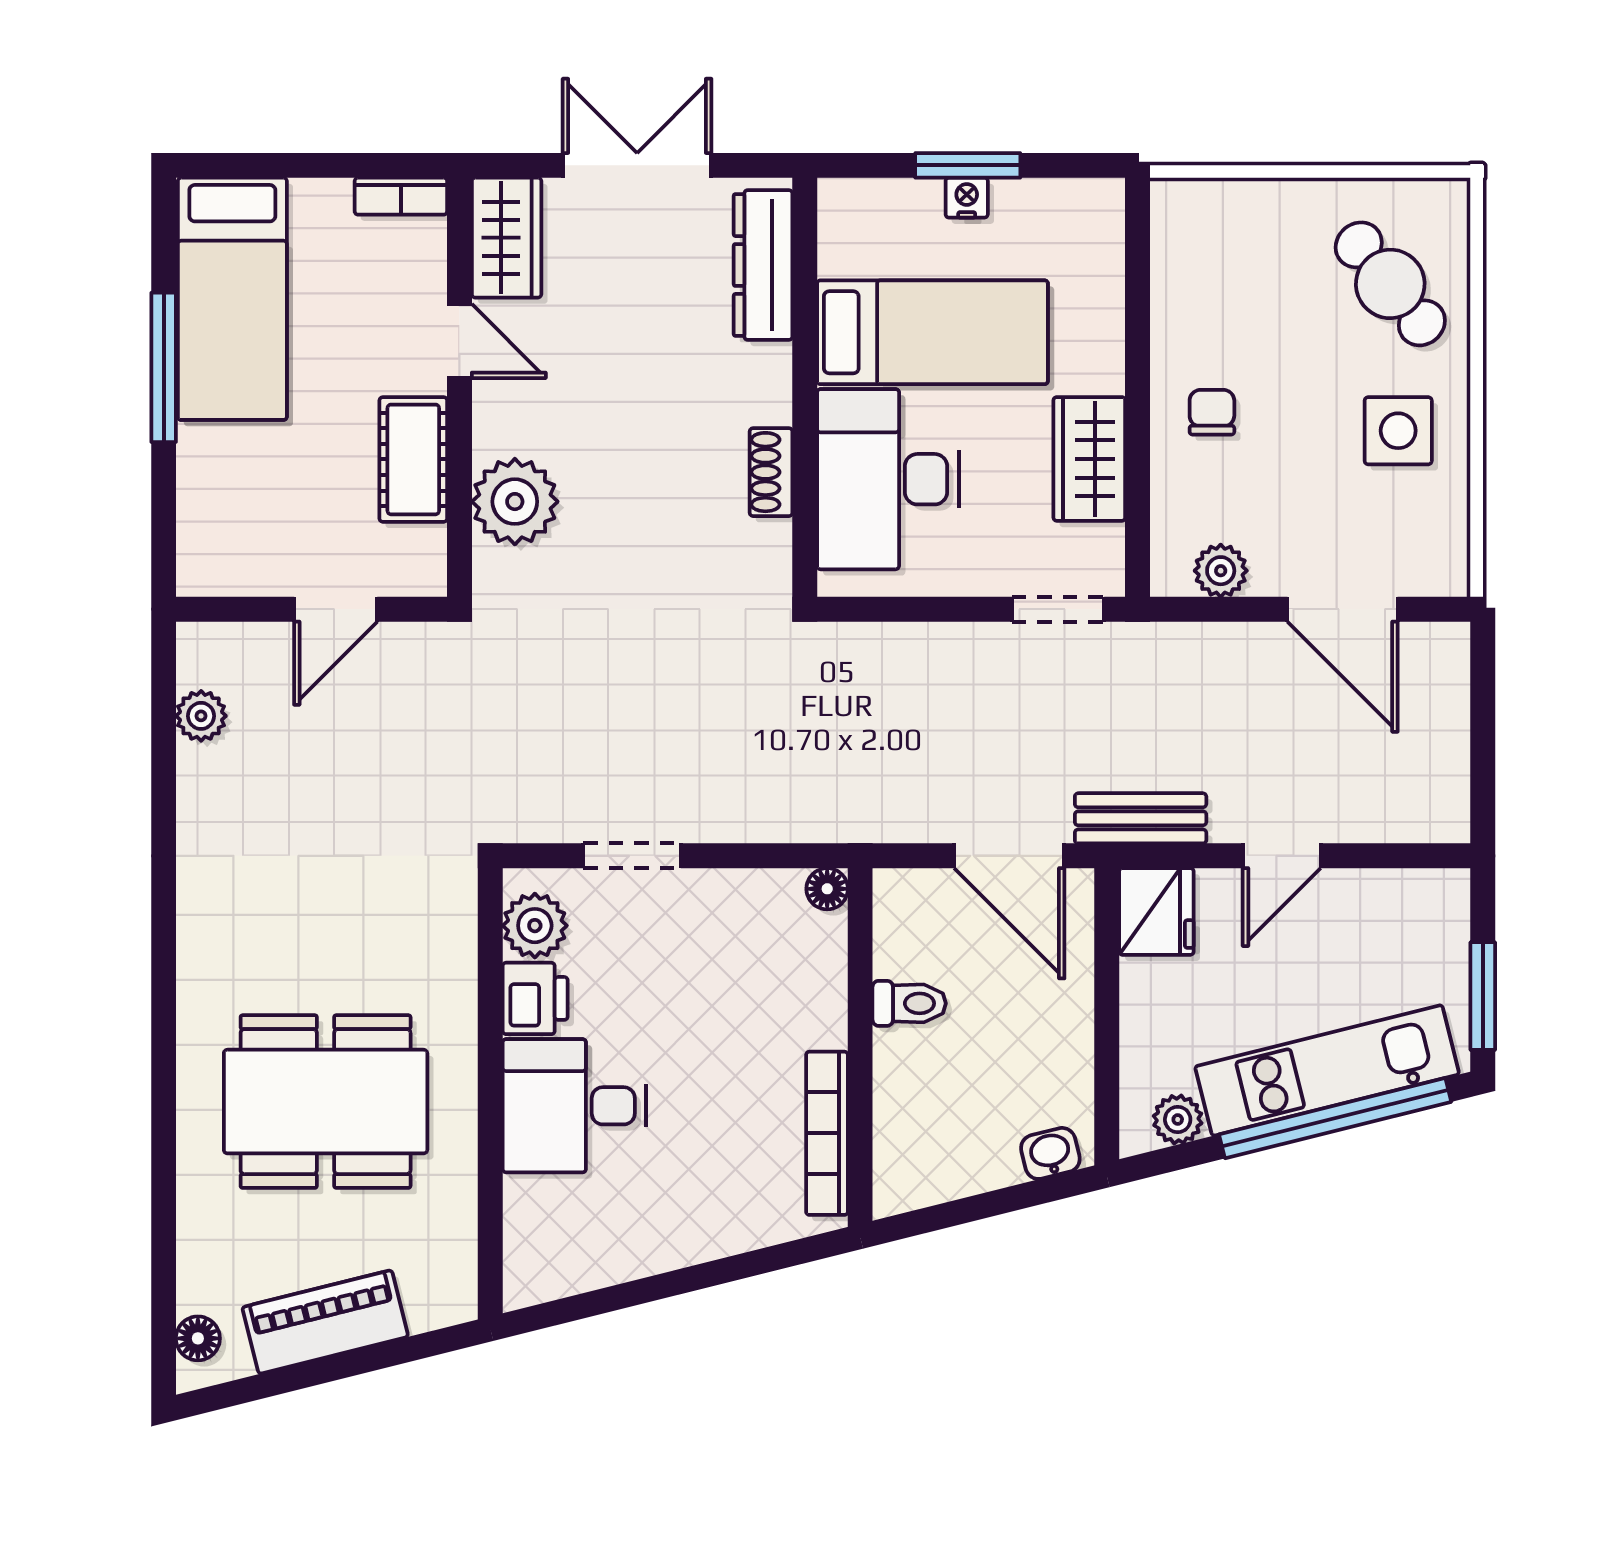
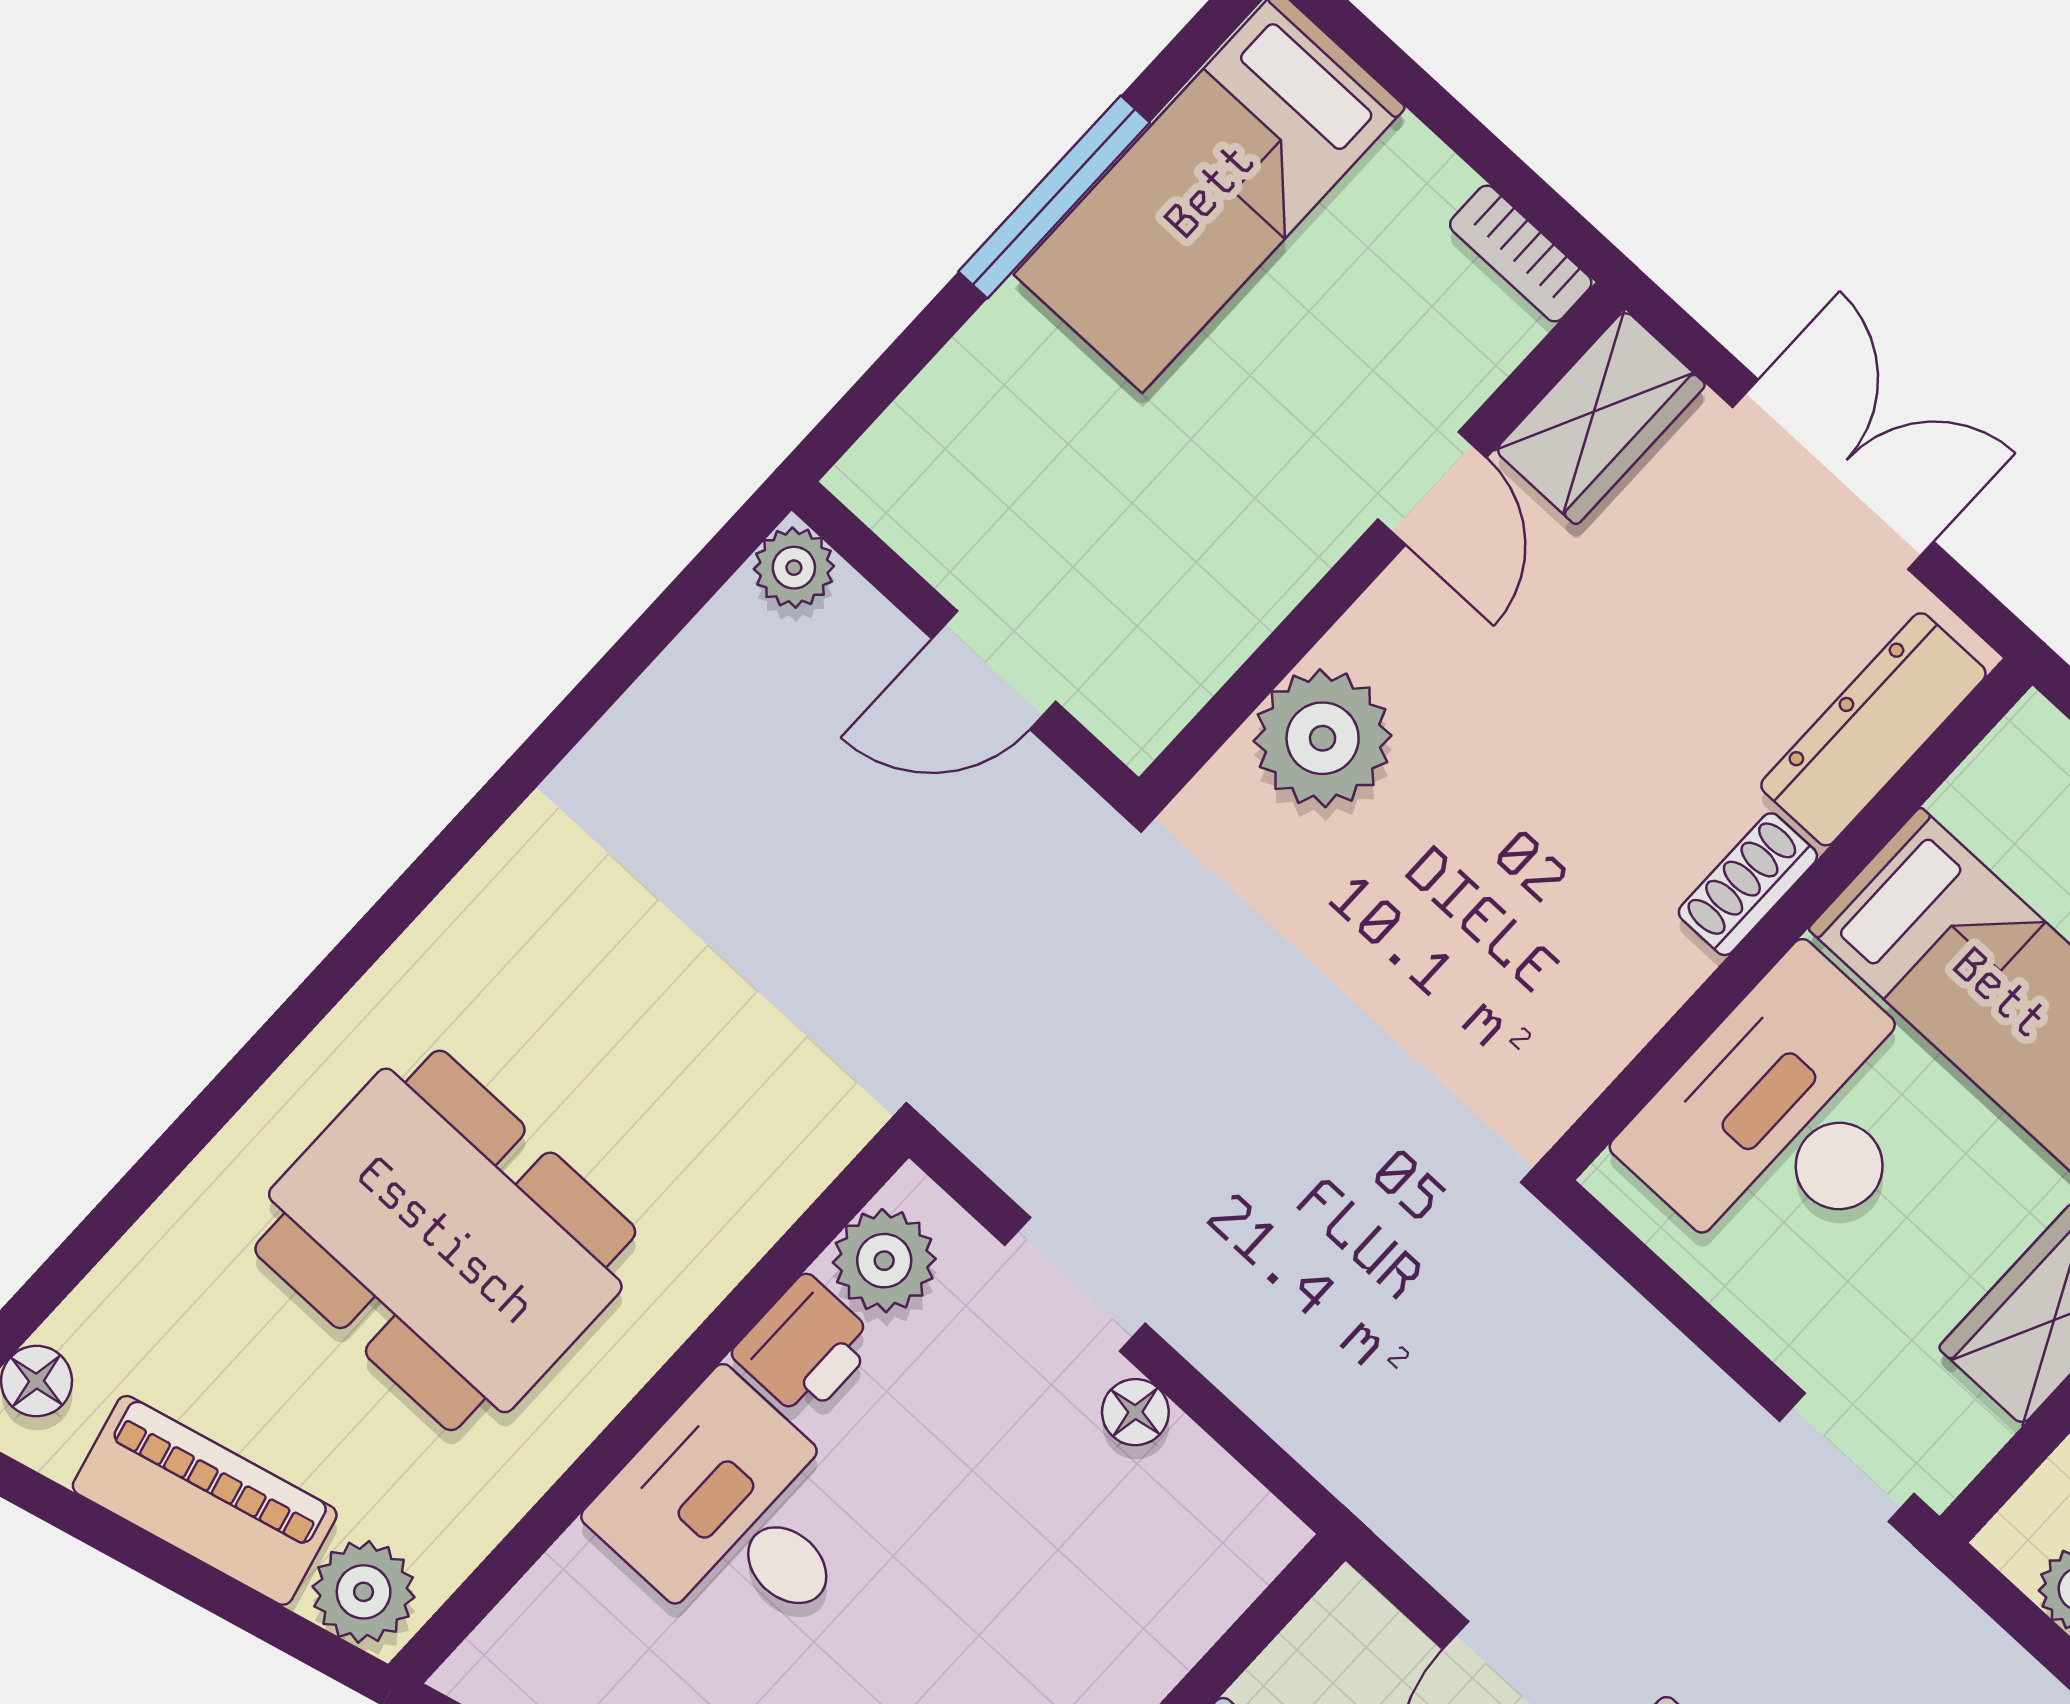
cot: (413, 459) -> (1249, 578), removed
shoe rack: (771, 472) -> (1748, 884), moved
plant: (201, 716) -> (794, 568), moved
floor lamp: (827, 889) -> (1135, 1412), moved
plant: (436, 1297) -> (364, 1592), added

